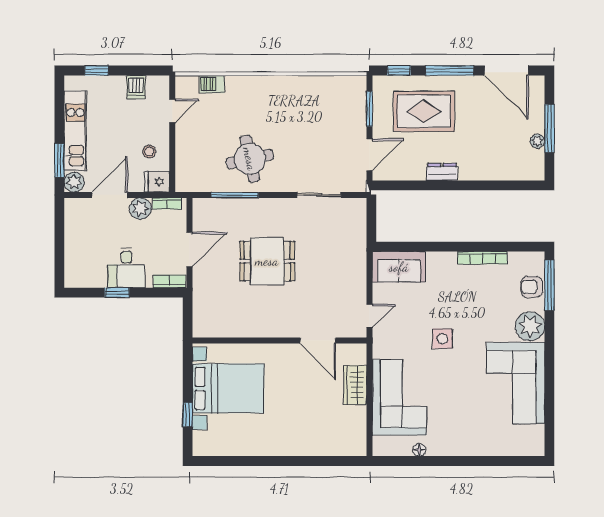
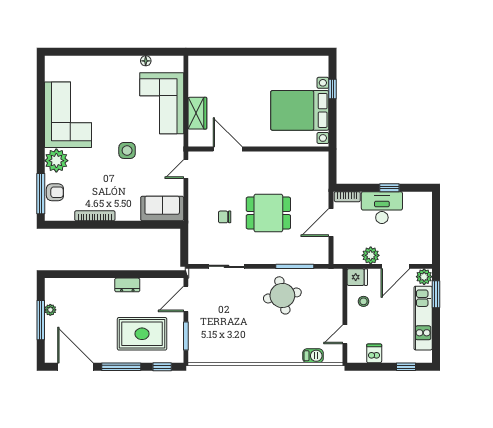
bookcase: (167, 204) -> (349, 259), removed
chair: (321, 256) -> (225, 217), added
desk: (126, 268) -> (382, 208), width x1.37

